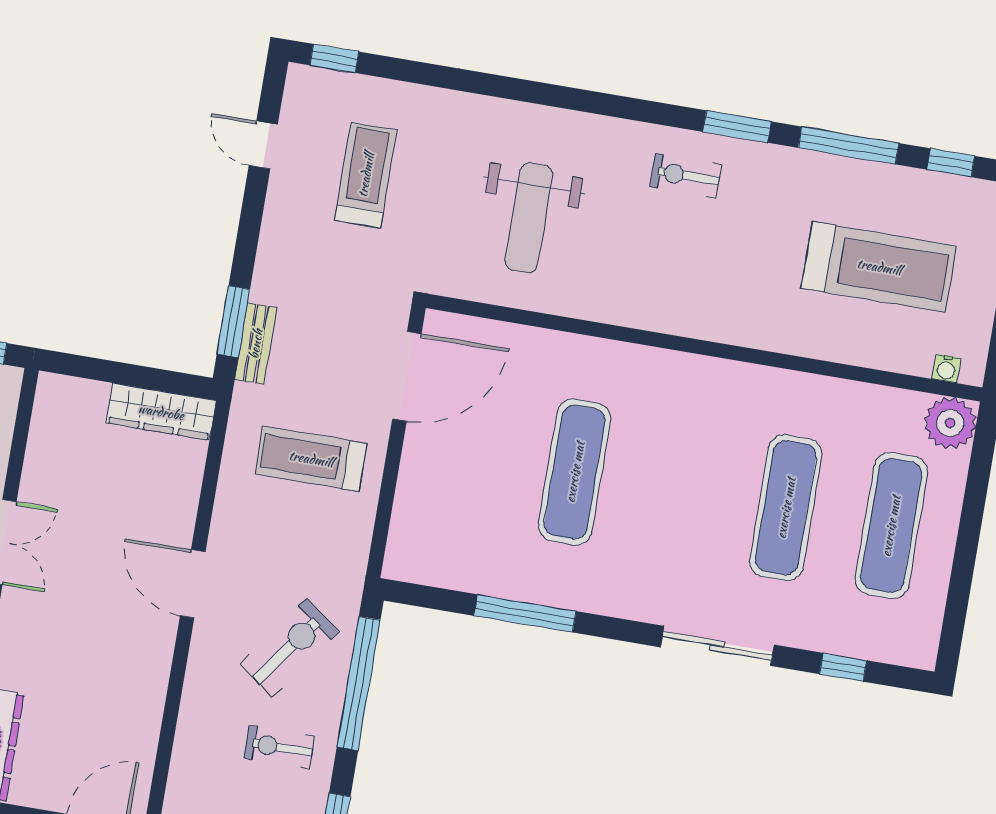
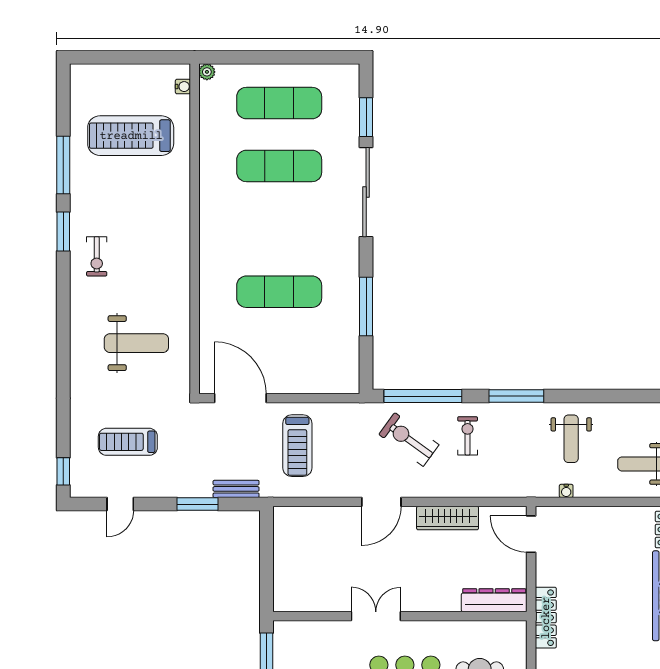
window: (951, 163) -> (63, 104), removed
treadmill: (879, 267) -> (131, 136), turned -90
window: (233, 322) -> (198, 504), moved
wardrobe: (161, 412) -> (448, 518), moved, turned 90
plant: (950, 423) -> (207, 72), width x0.53, depth x0.53
sliding door: (717, 646) -> (366, 192), width x1.36
window: (843, 667) -> (366, 117), width x1.50
exercise bike: (279, 747) -> (468, 436), turned 180

